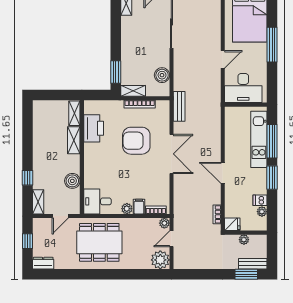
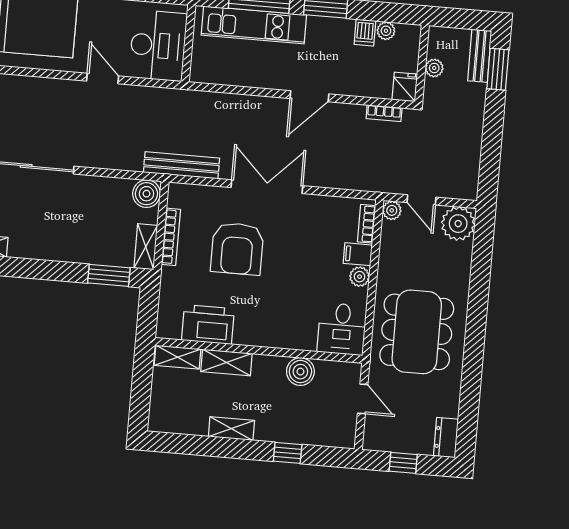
boiler: (162, 75) -> (146, 194), moved
bench: (179, 106) -> (182, 165), width x1.36
shelving: (38, 202) -> (231, 429), moved

